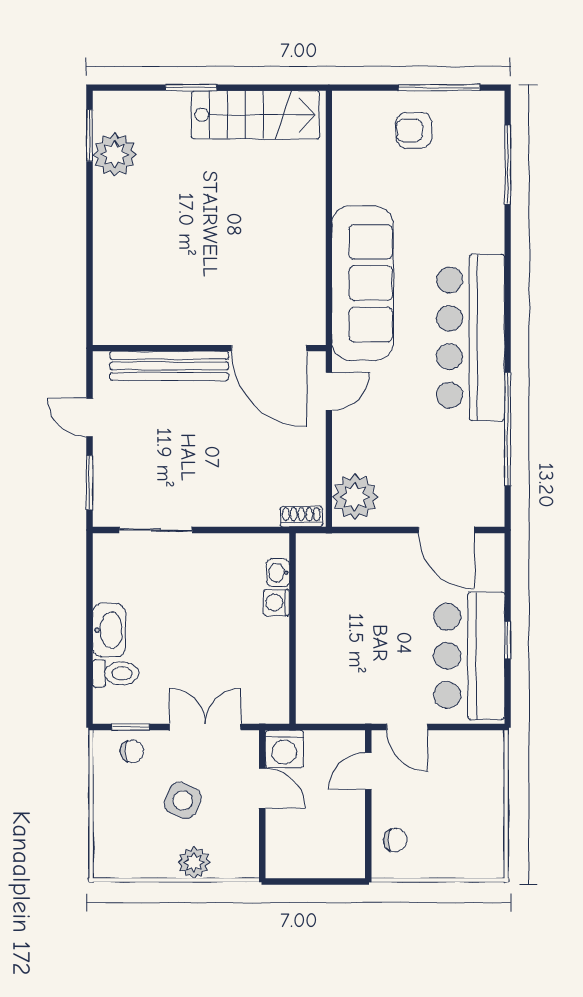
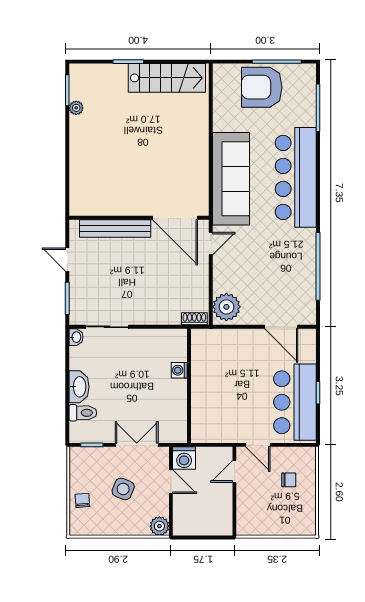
armchair: (414, 130) -> (262, 87), width x1.88, depth x1.88
plant: (115, 155) -> (76, 108), width x0.53, depth x0.53
bar counter: (471, 338) -> (296, 177), moved
washbasin: (278, 573) -> (76, 337), moved, turned 180
chair: (132, 751) -> (82, 500), moved, turned -94
chair: (395, 840) -> (289, 480), moved
plant: (194, 862) -> (159, 526), moved

